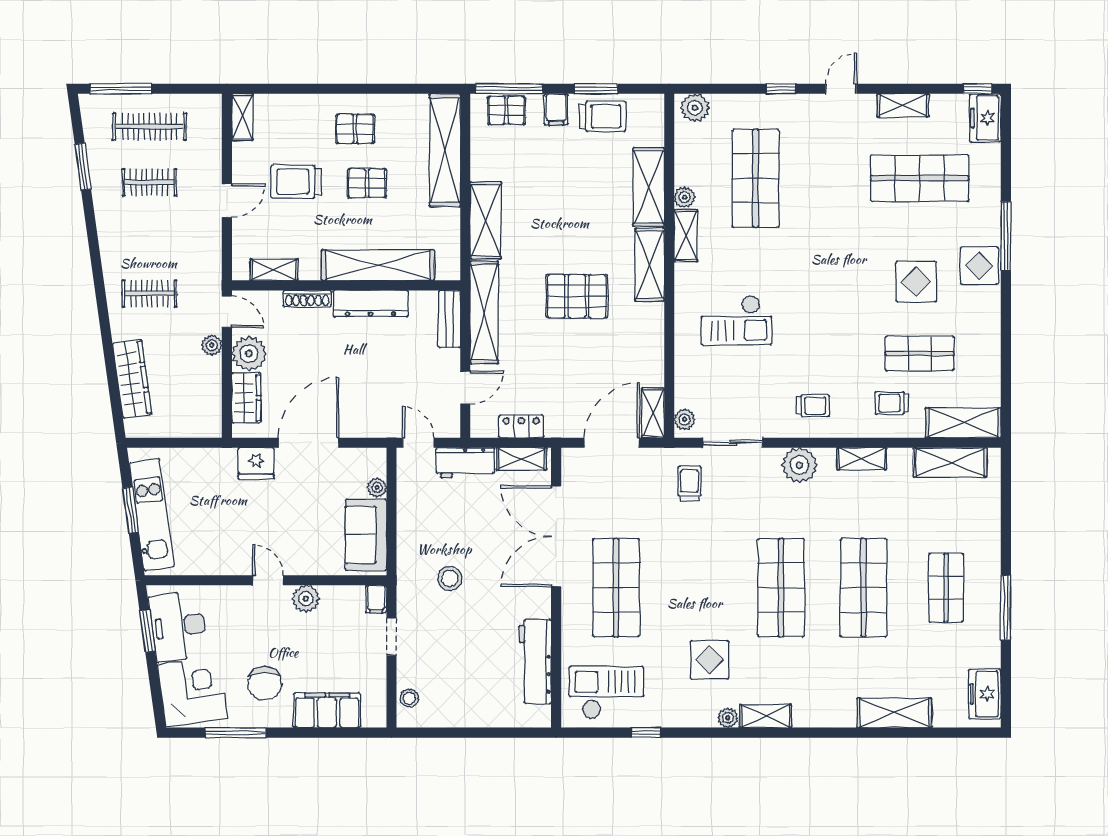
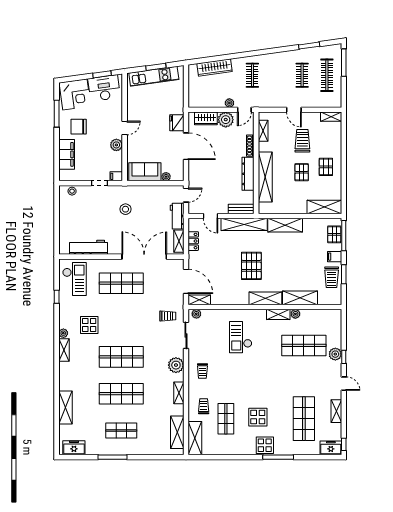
plant: (695, 108) -> (335, 354), moved
shelving: (445, 150) -> (324, 207), width x0.68

